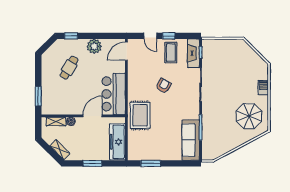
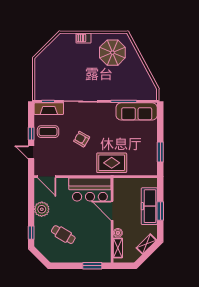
door: (150, 36) -> (31, 152), swing flipped
freezer: (117, 142) -> (149, 206), moved, turned 90

